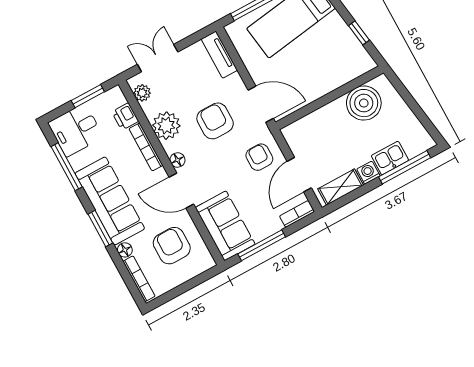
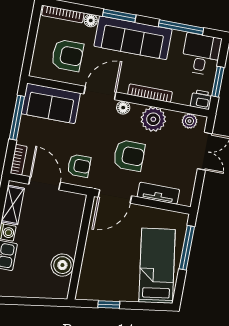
tv unit: (219, 55) -> (158, 193), moved
boiler: (364, 103) -> (62, 265), width x0.73, depth x0.73
printer: (125, 116) -> (201, 99), moved

